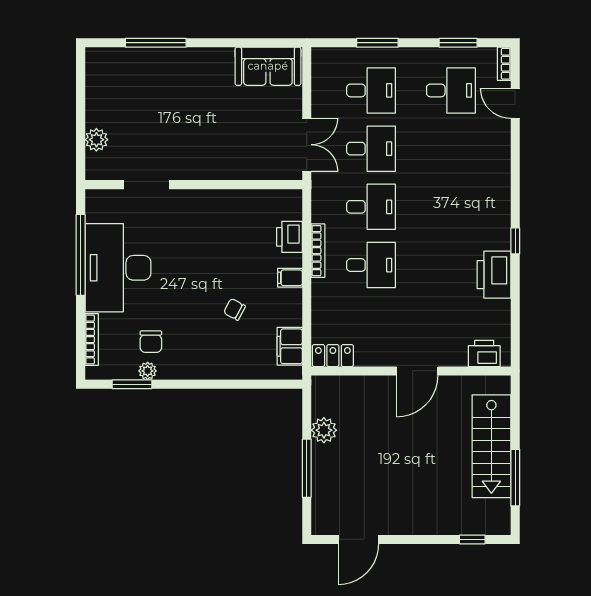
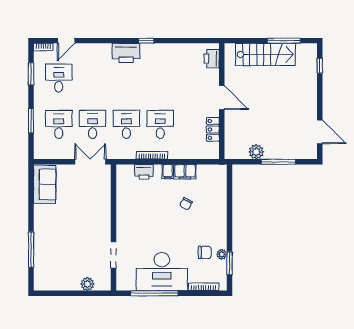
printer: (494, 275) -> (126, 53), moved
filing cabinet: (290, 346) -> (185, 172), moved
locker: (333, 356) -> (213, 129), moved

